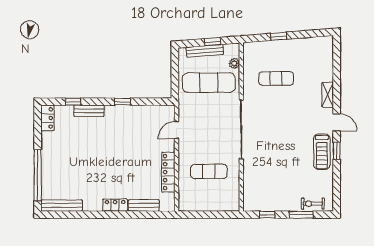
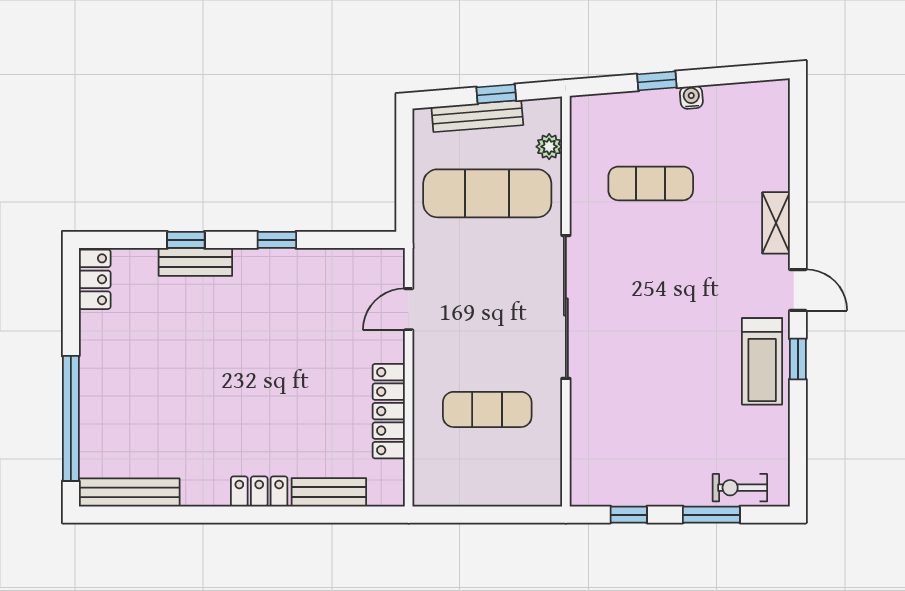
water cooler: (293, 43) -> (691, 97), added
window: (73, 102) -> (186, 240), moved

